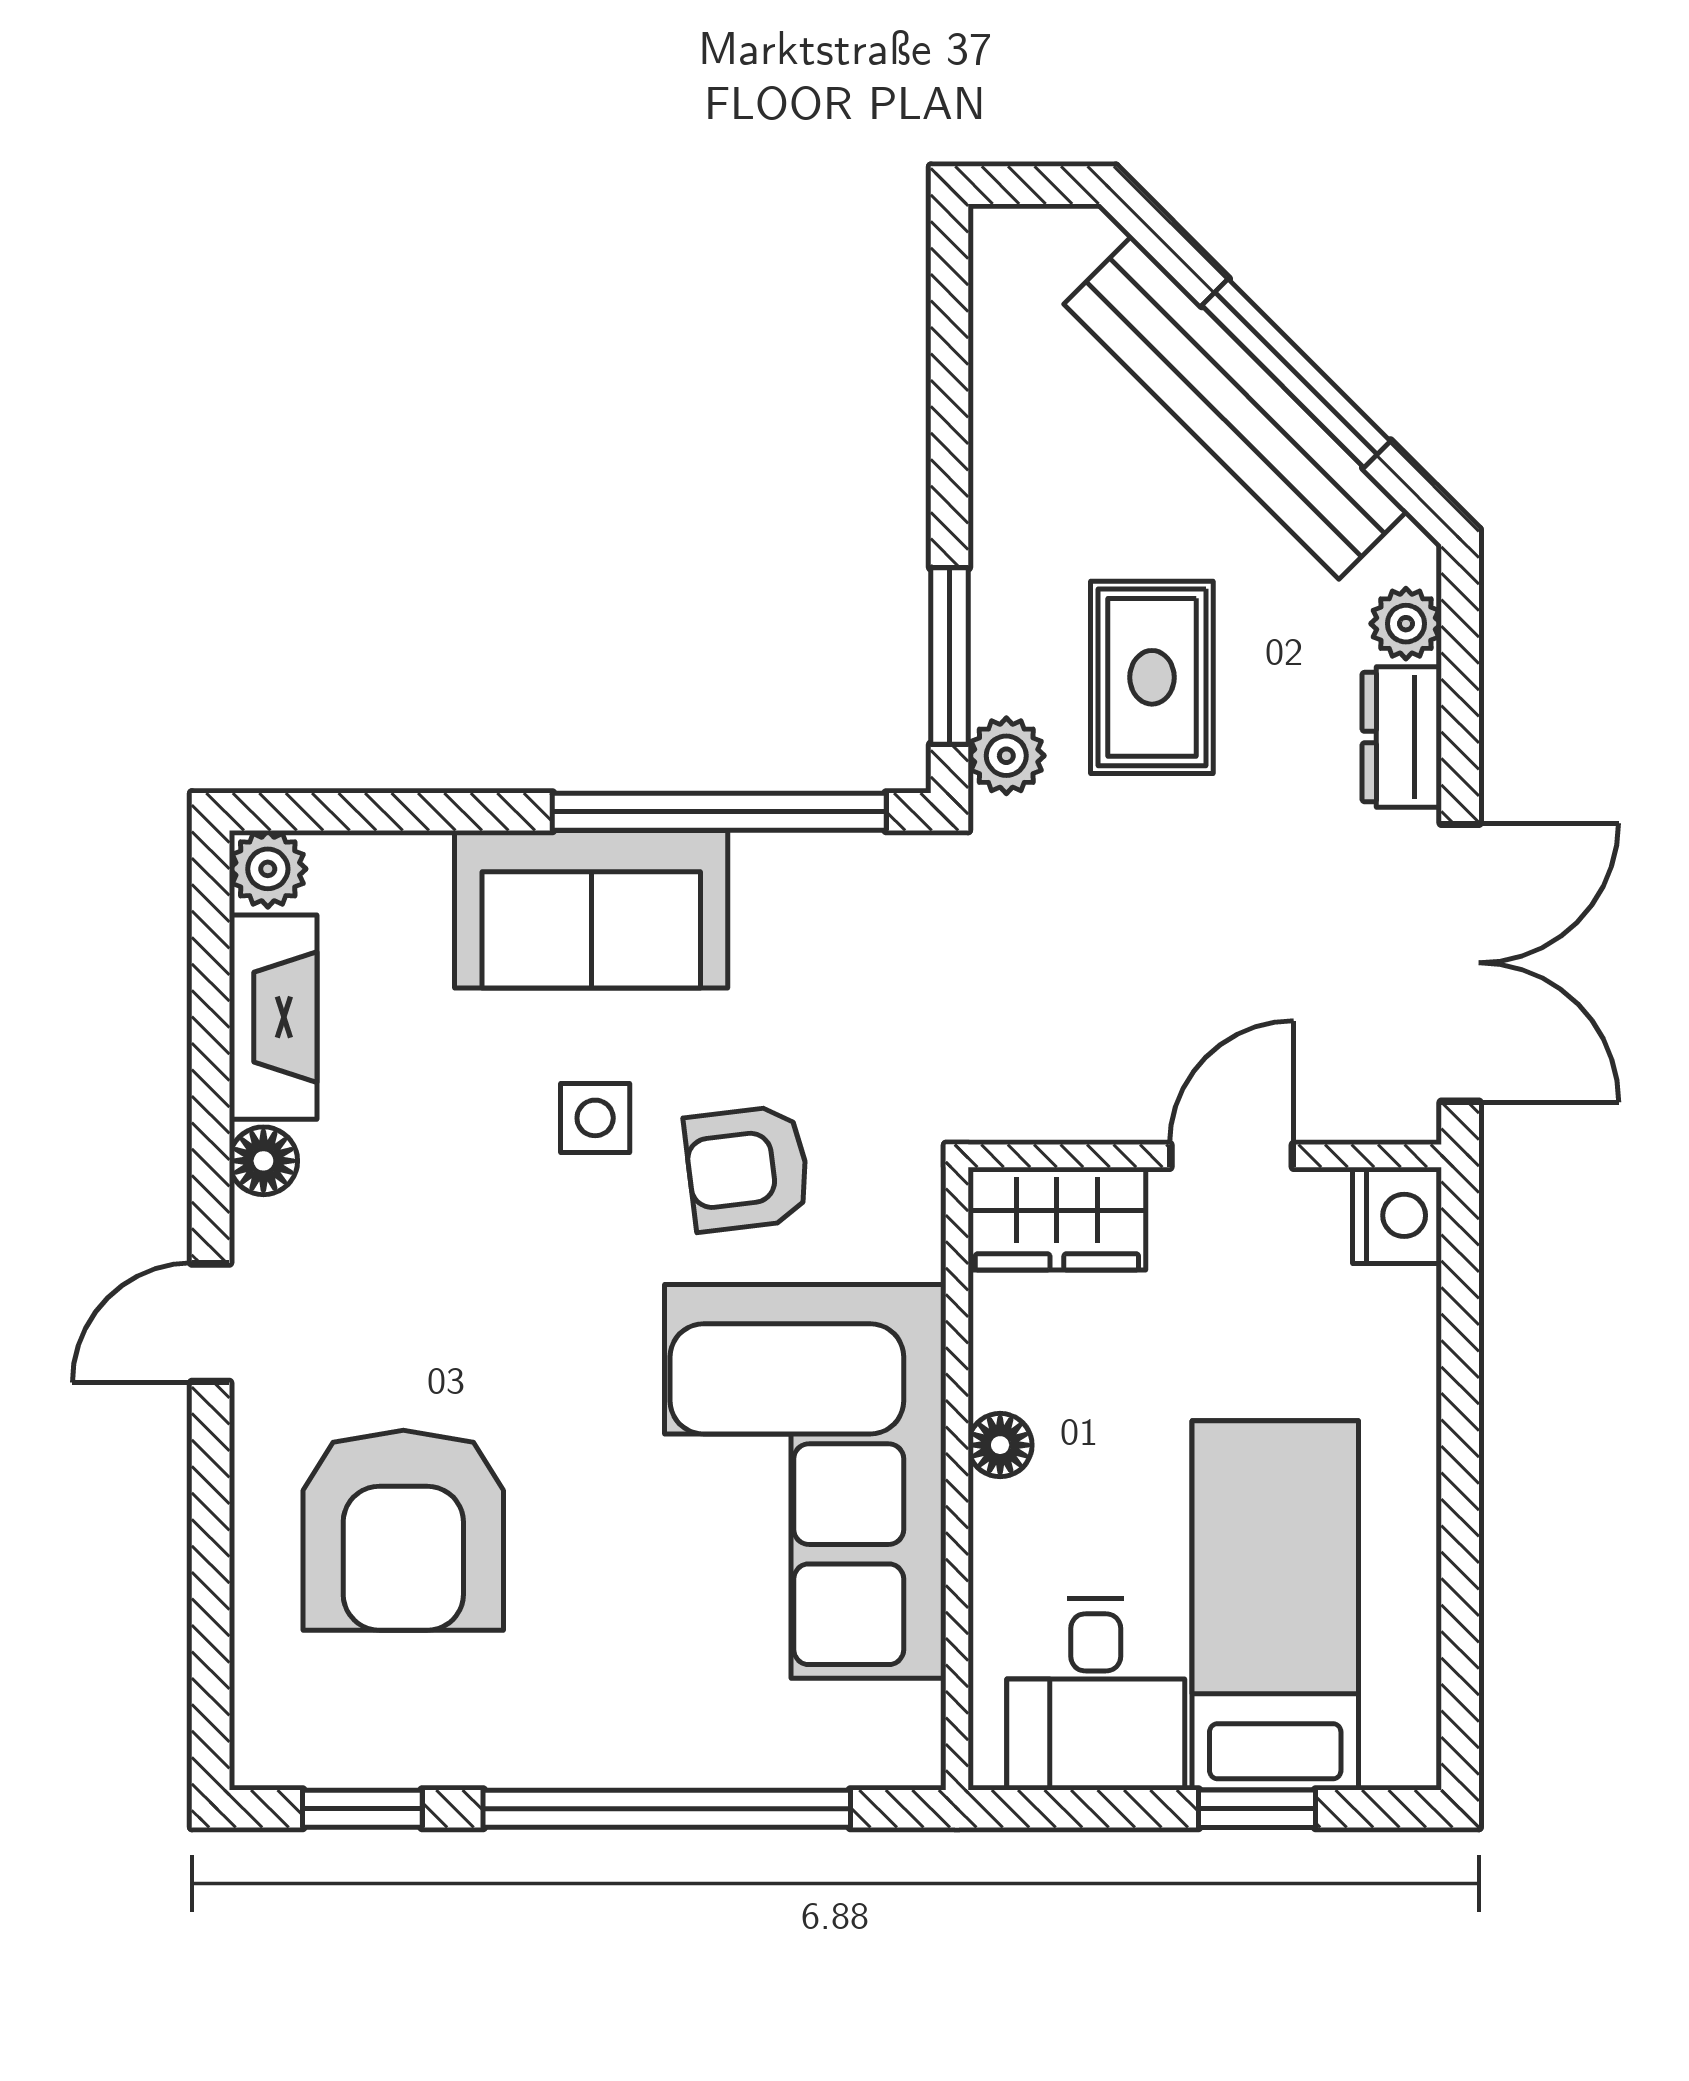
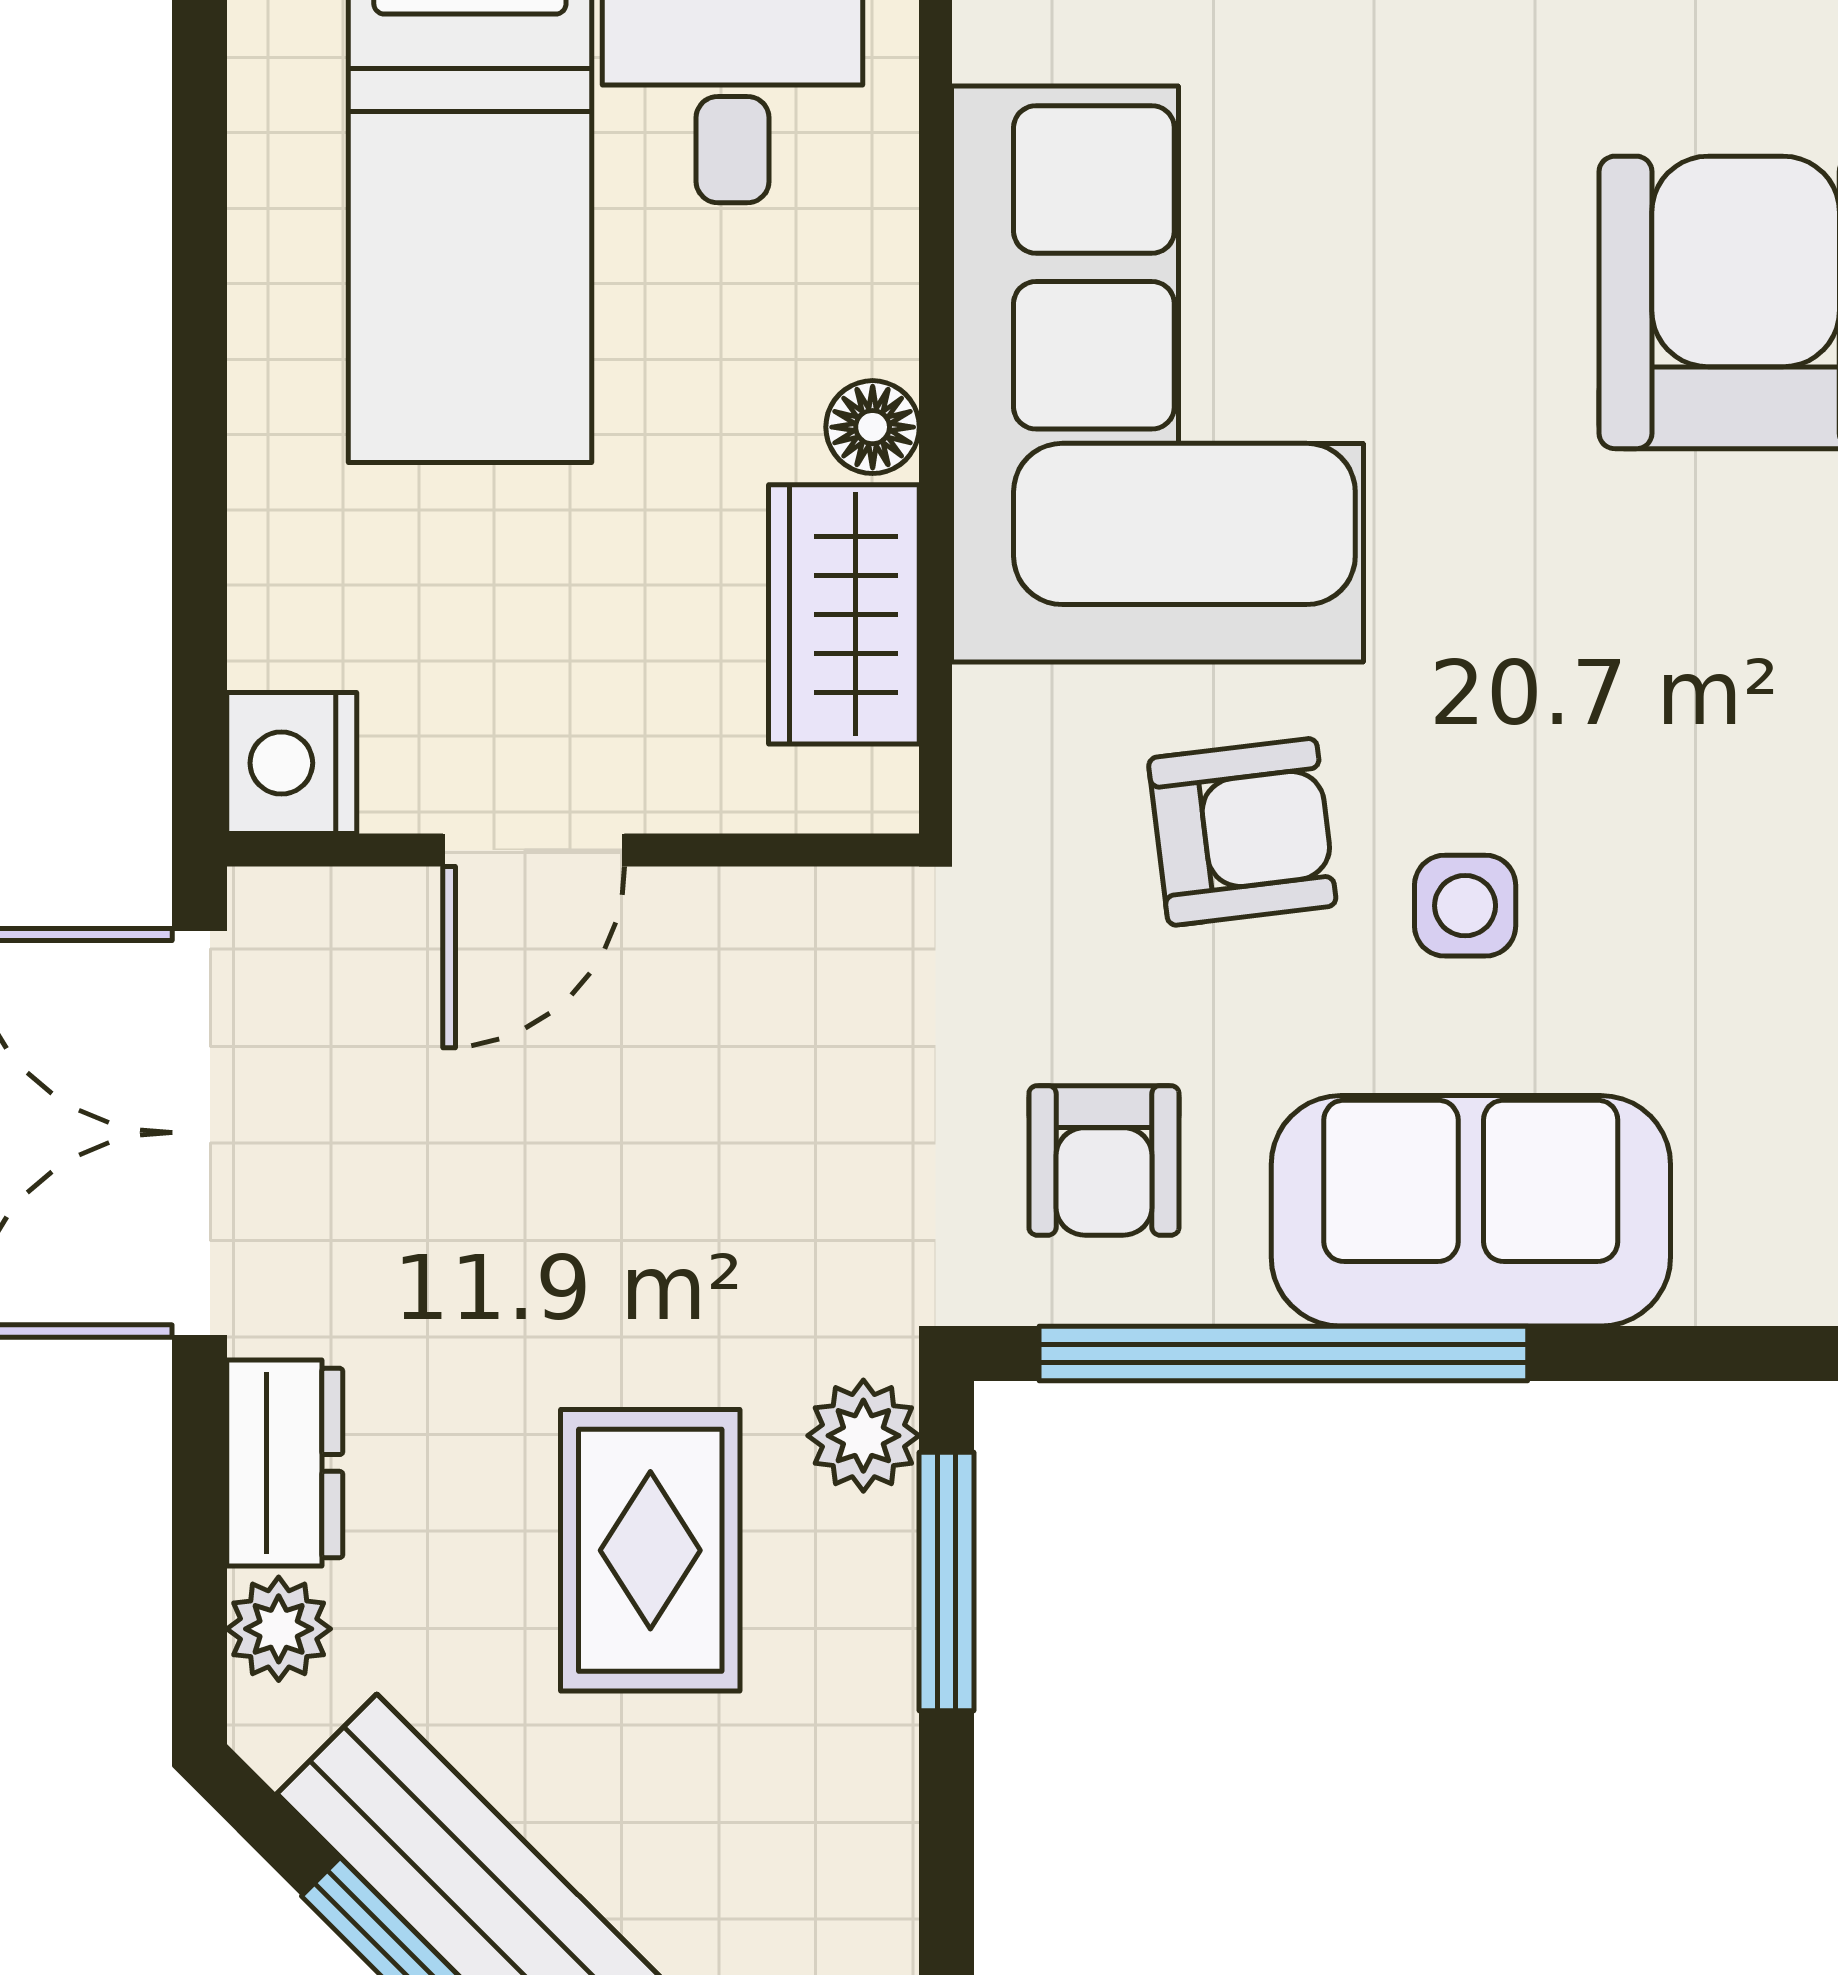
armchair: (842, 944) -> (1104, 1160), added
wardrobe: (1057, 1219) -> (844, 614), moved, turned -90

